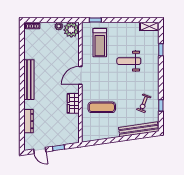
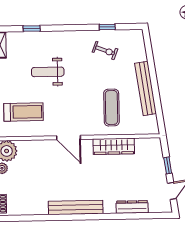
weight bench: (129, 61) -> (48, 72), turned 90
wardrobe: (73, 103) -> (114, 146), width x1.50
bench: (139, 129) -> (146, 88), moved

